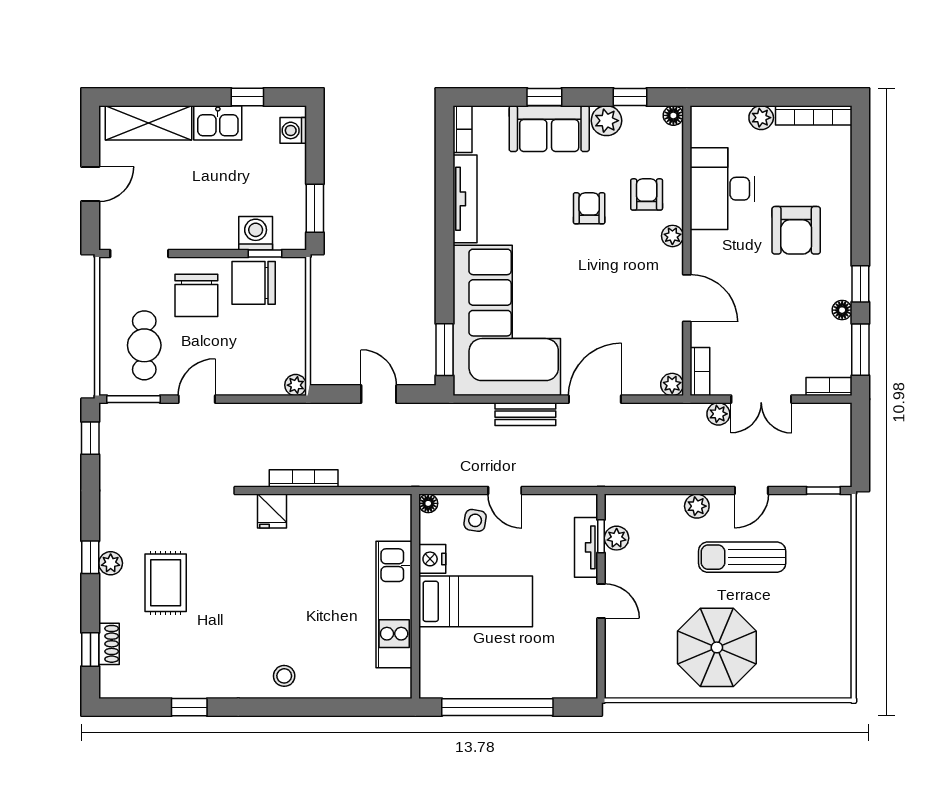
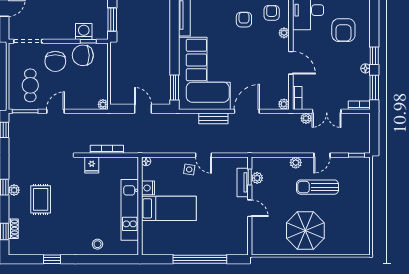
floor lamp: (428, 503) -> (146, 161), moved
nightstand: (432, 559) -> (148, 188), moved
wall: (415, 596) -> (140, 206), moved
bed: (476, 601) -> (169, 208), moved
kitchen unit: (394, 604) -> (130, 210), moved

